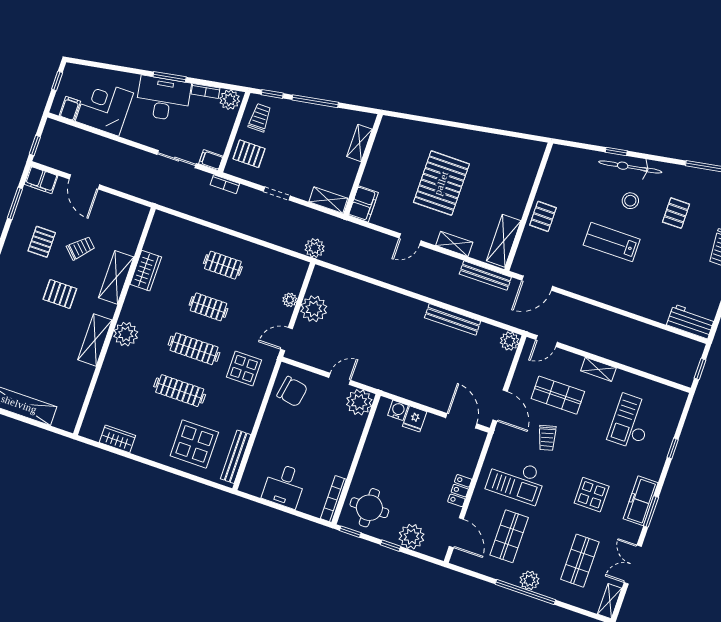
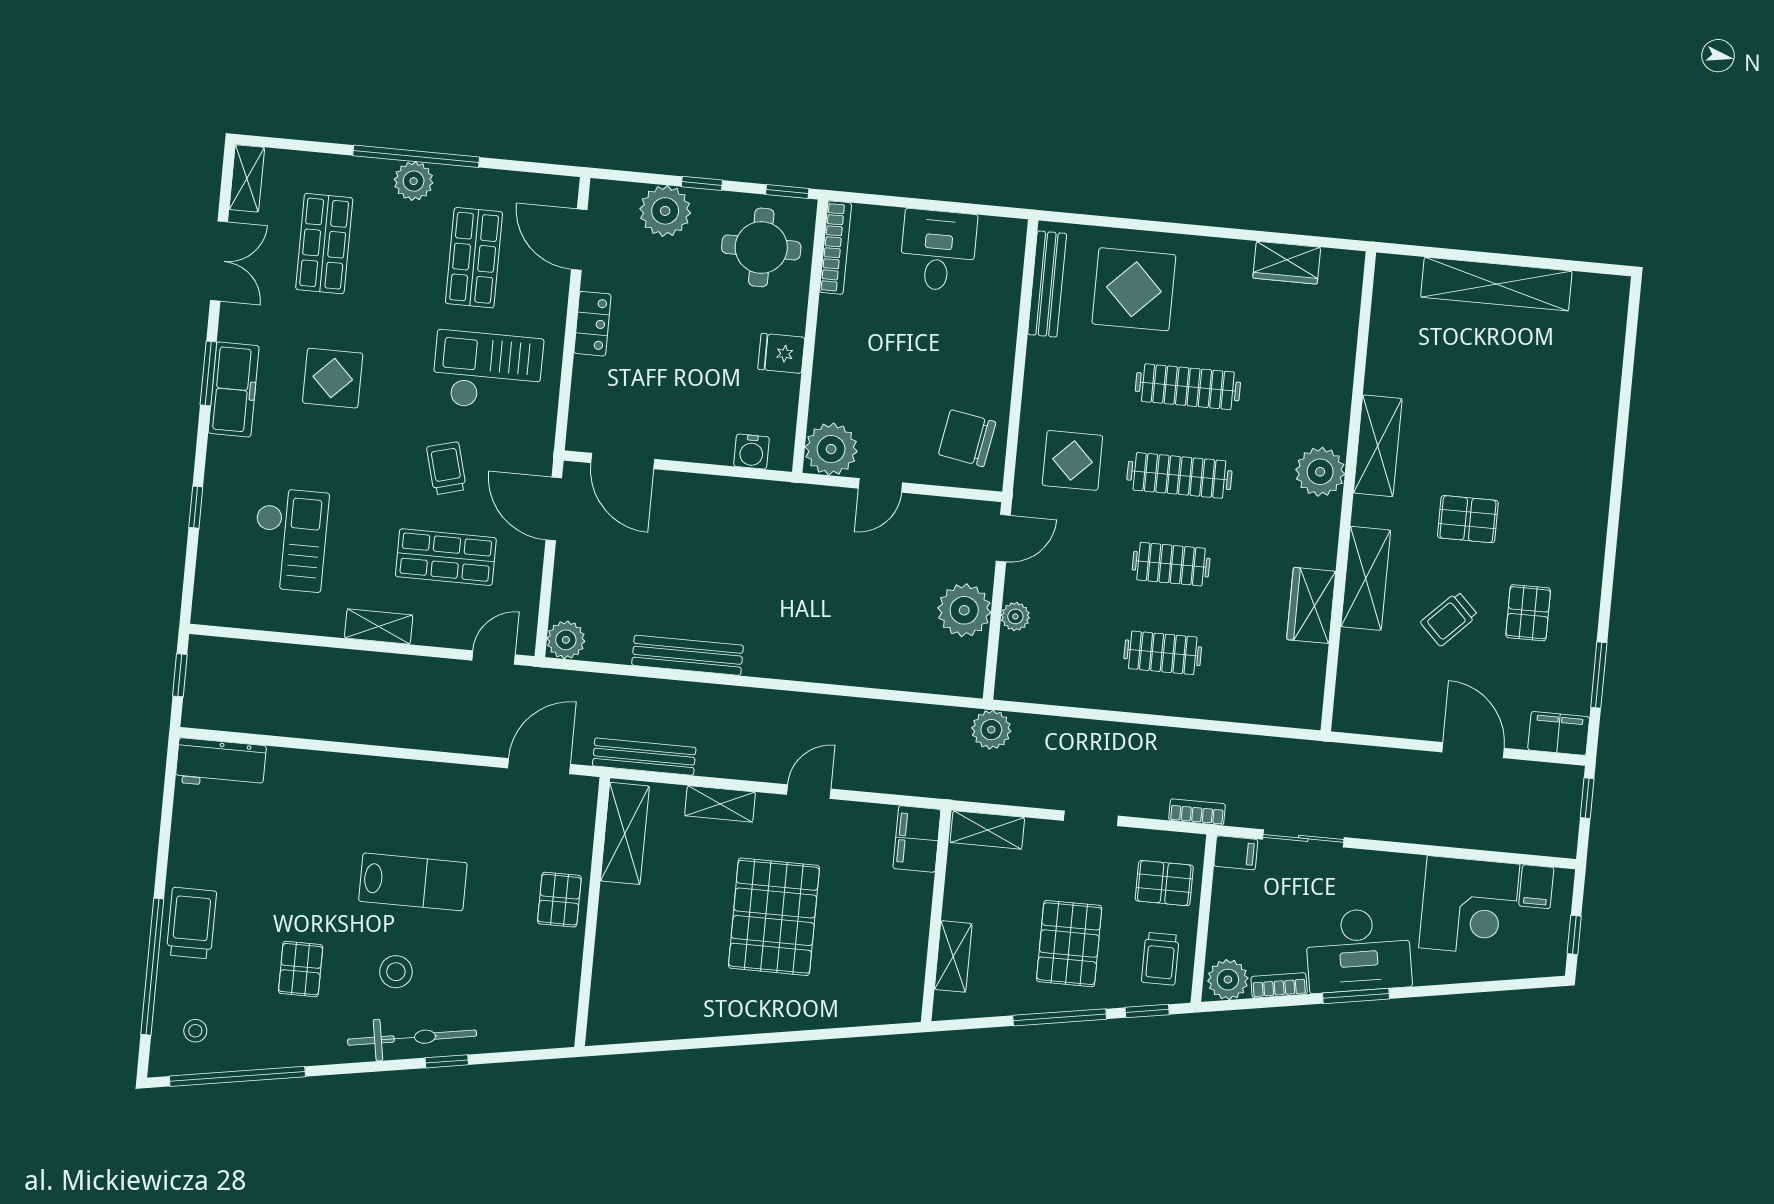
pallet: (302, 136) -> (1069, 944), added
fridge: (415, 419) -> (781, 353), moved, turned -90

